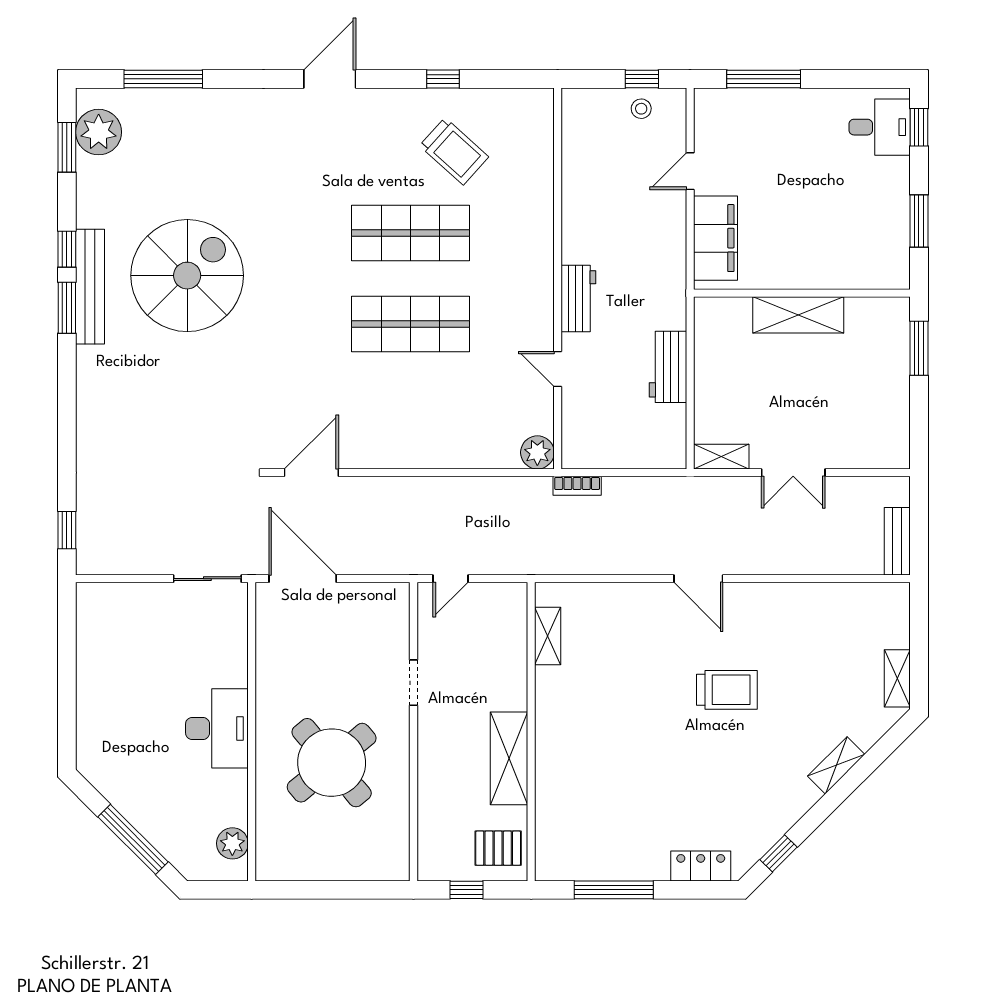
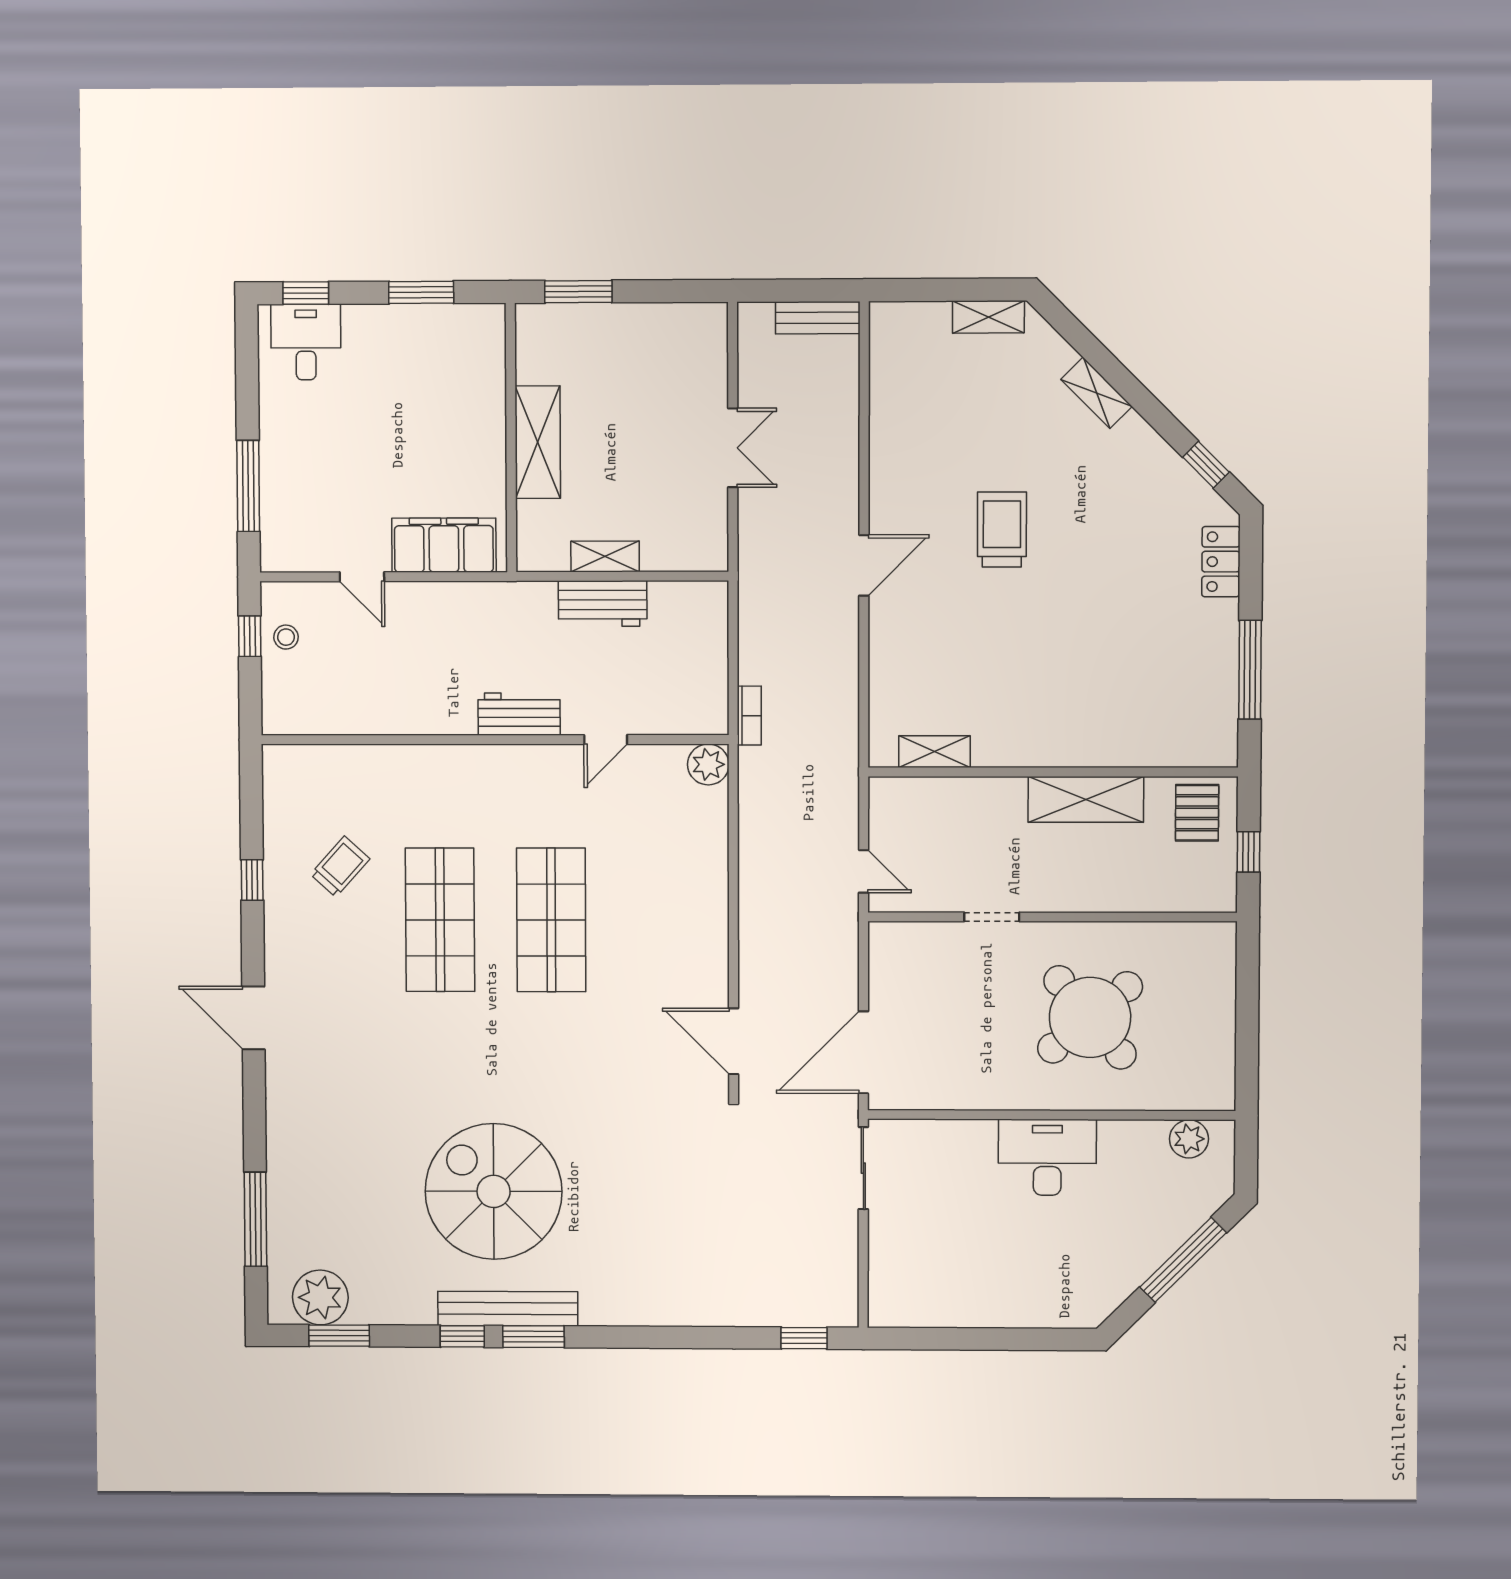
trolley: (454, 151) -> (340, 867), width x0.73, depth x0.72
shelving: (721, 457) -> (605, 556), moved, turned 90

